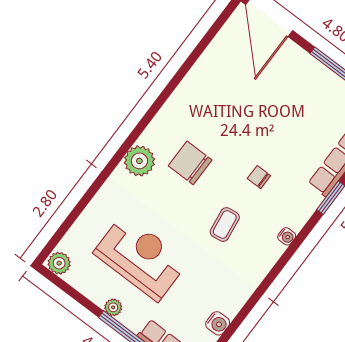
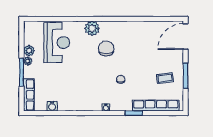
coffee table: (225, 225) -> (165, 78), moved
reception desk: (141, 257) -> (57, 43), moved
plant: (59, 263) -> (29, 51), moved

